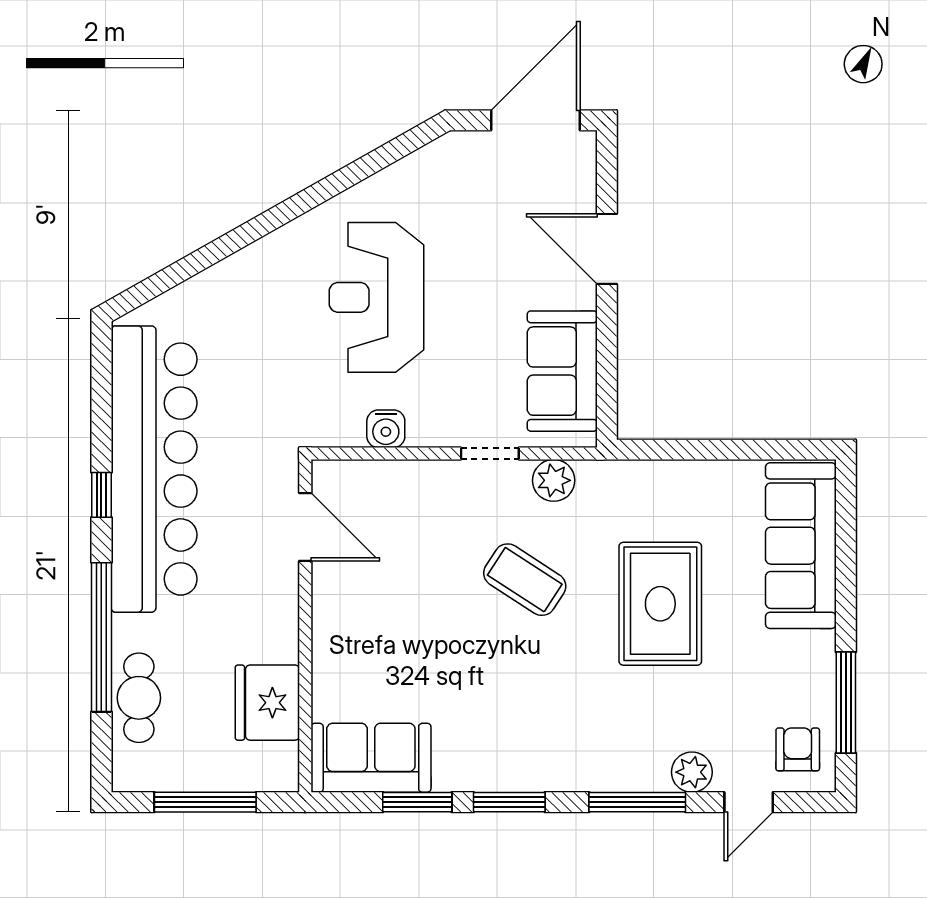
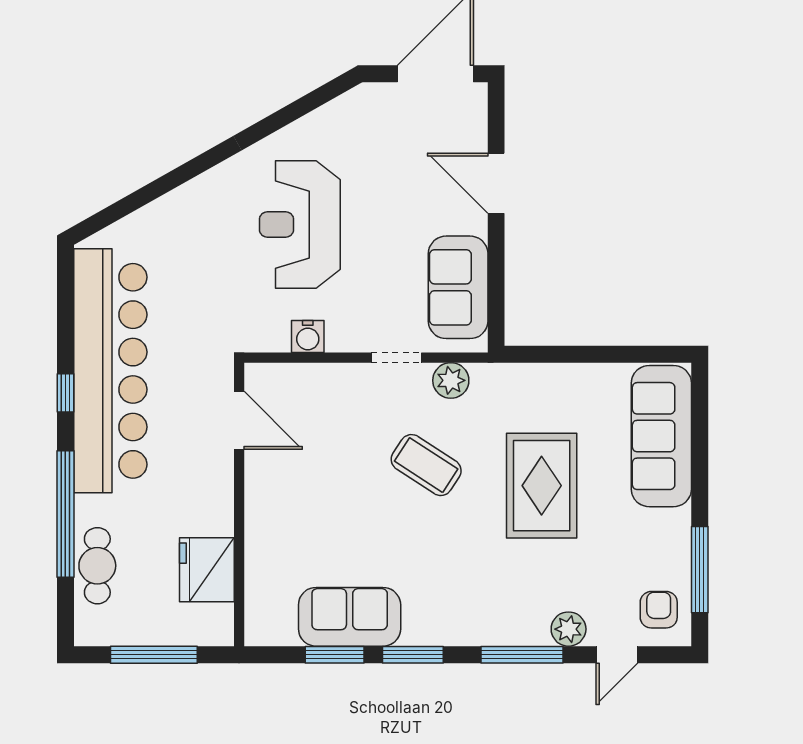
sofa: (371, 758) -> (350, 617), moved

